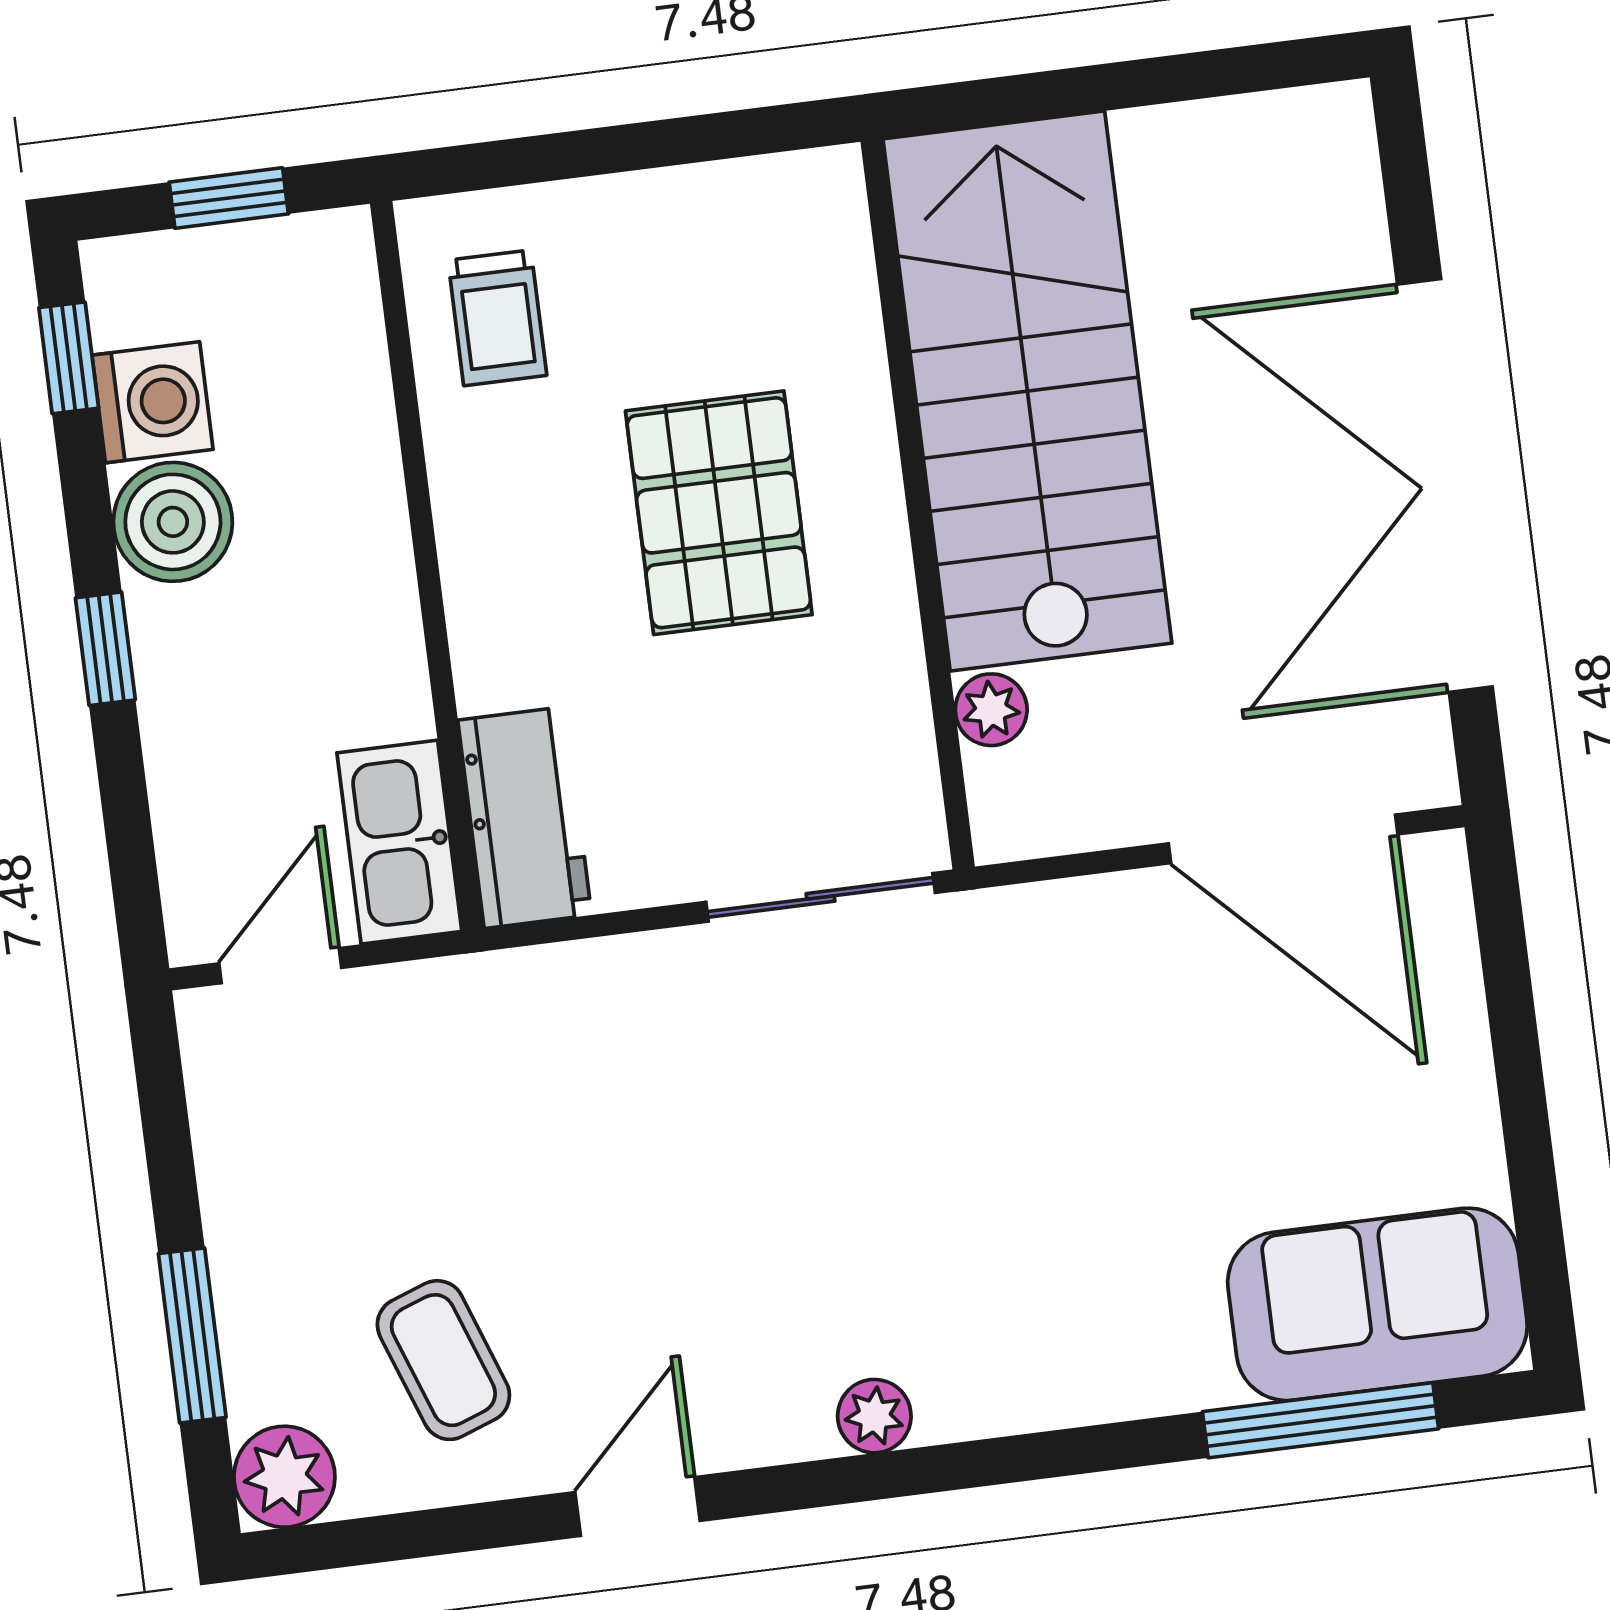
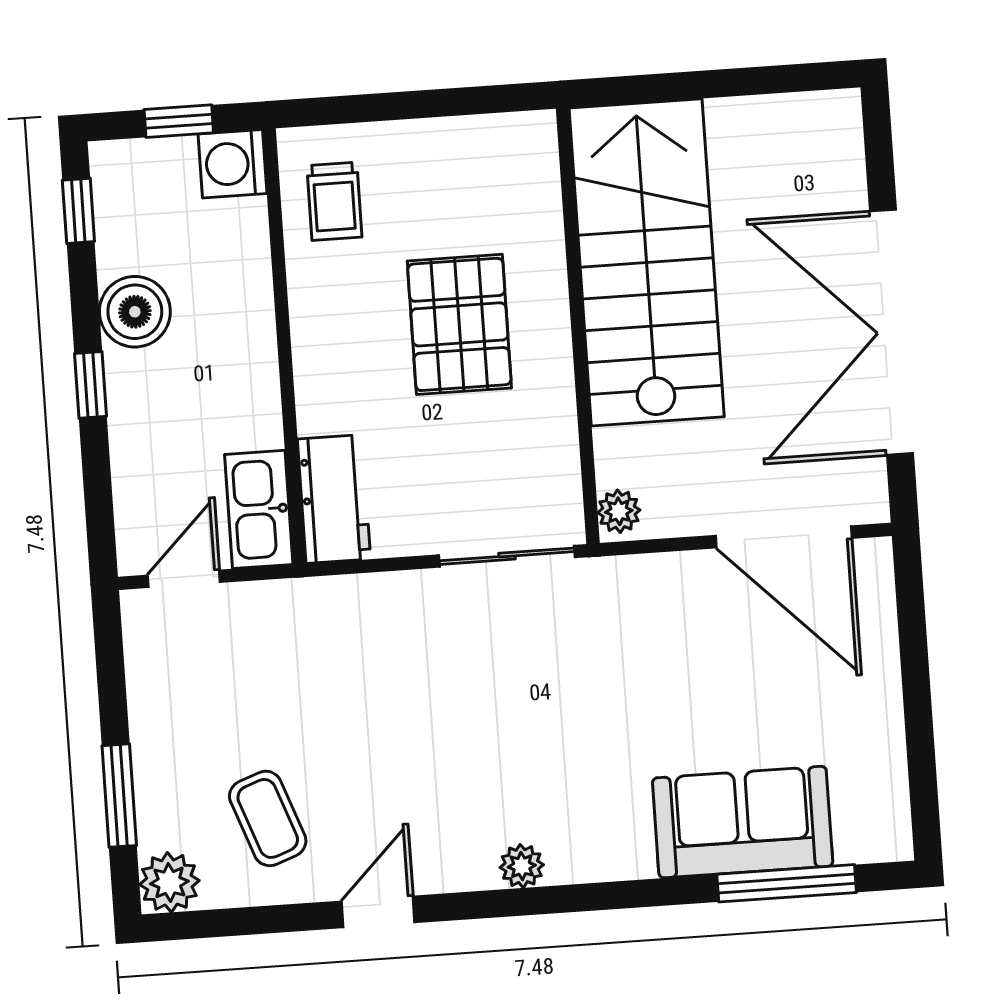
washing machine: (152, 402) -> (232, 164), moved, turned 180
plant: (991, 710) -> (619, 511), moved
sofa: (1377, 1304) -> (743, 822), moved

